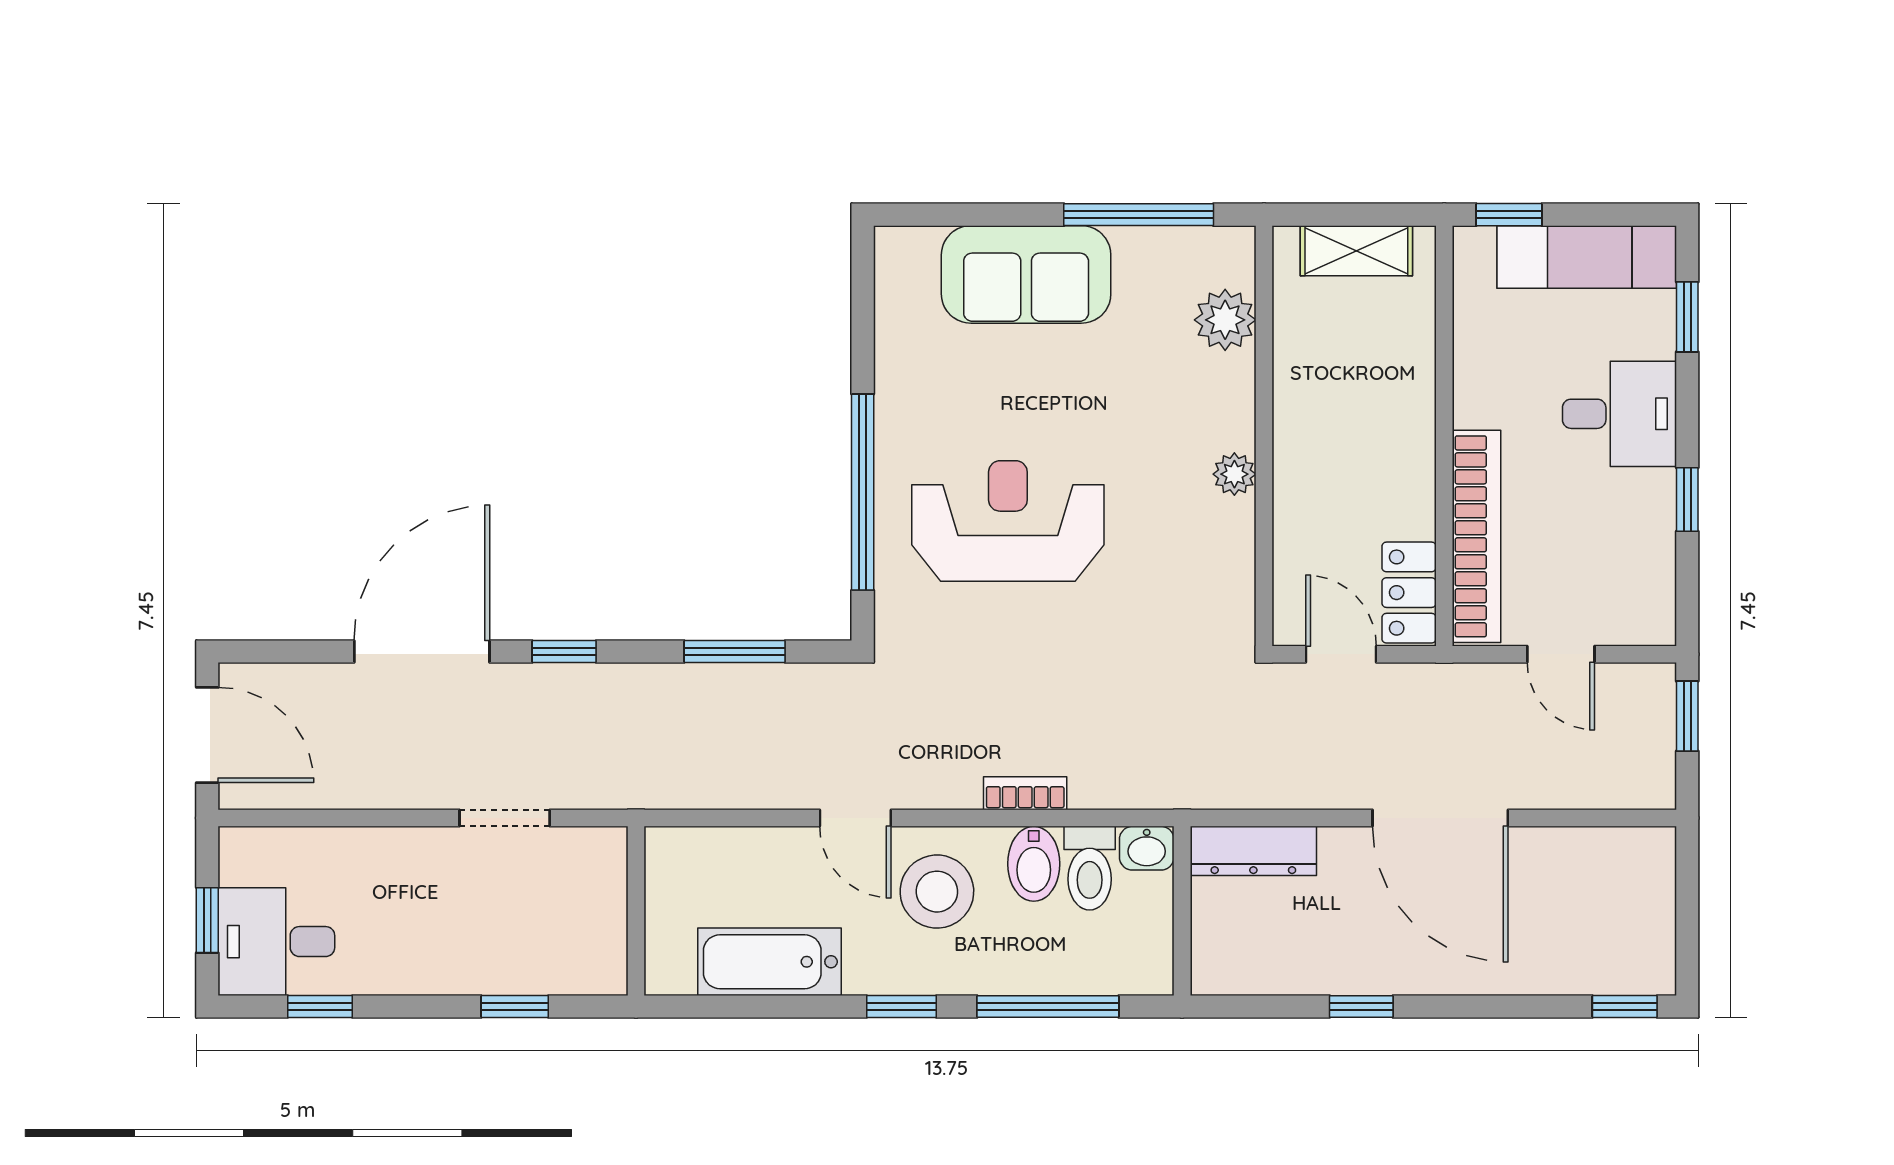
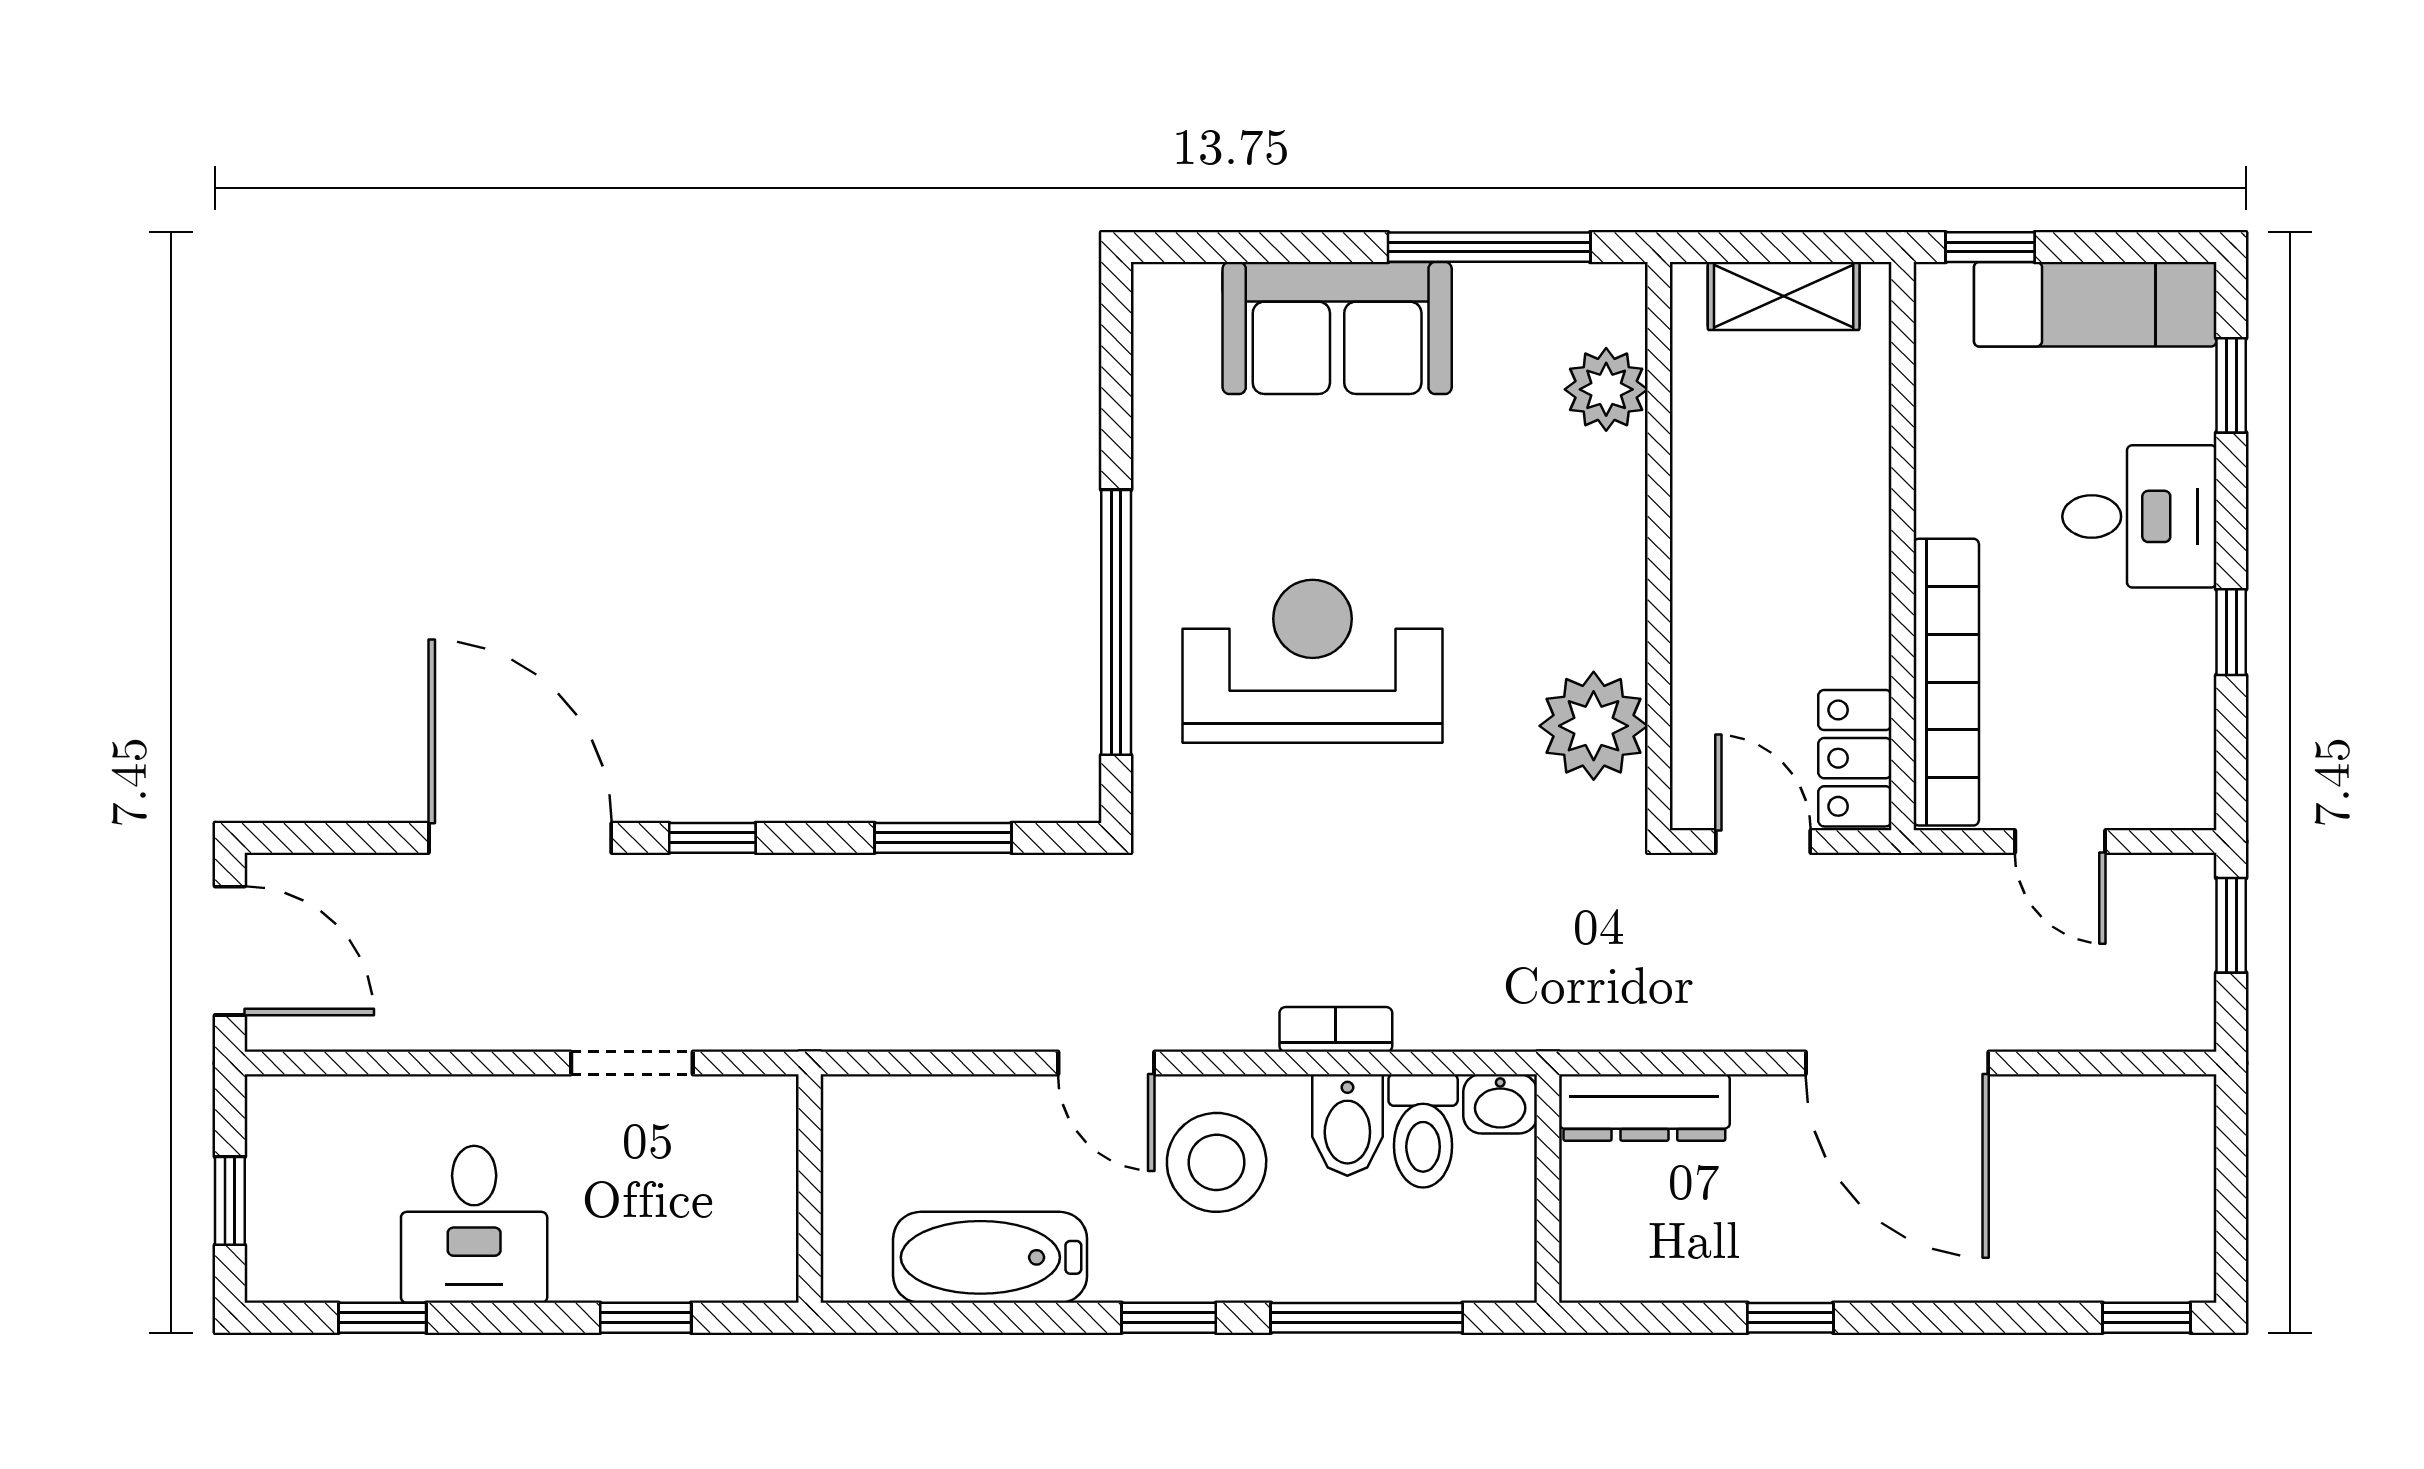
plant: (1234, 474) -> (1594, 726), moved, width x1.88, depth x1.88
door: (422, 651) -> (520, 838), hinge flipped
desk: (276, 942) -> (474, 1224), moved, turned -90

